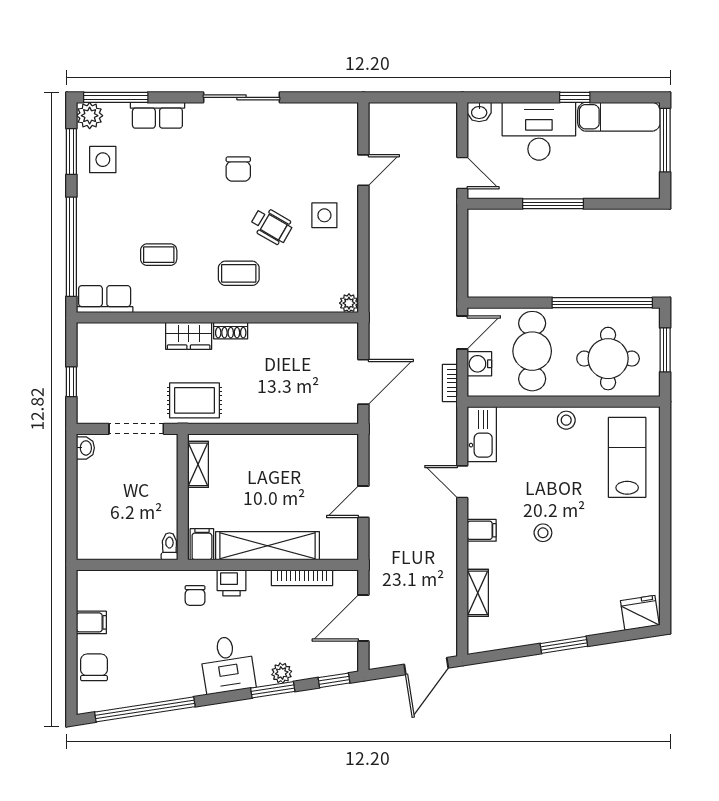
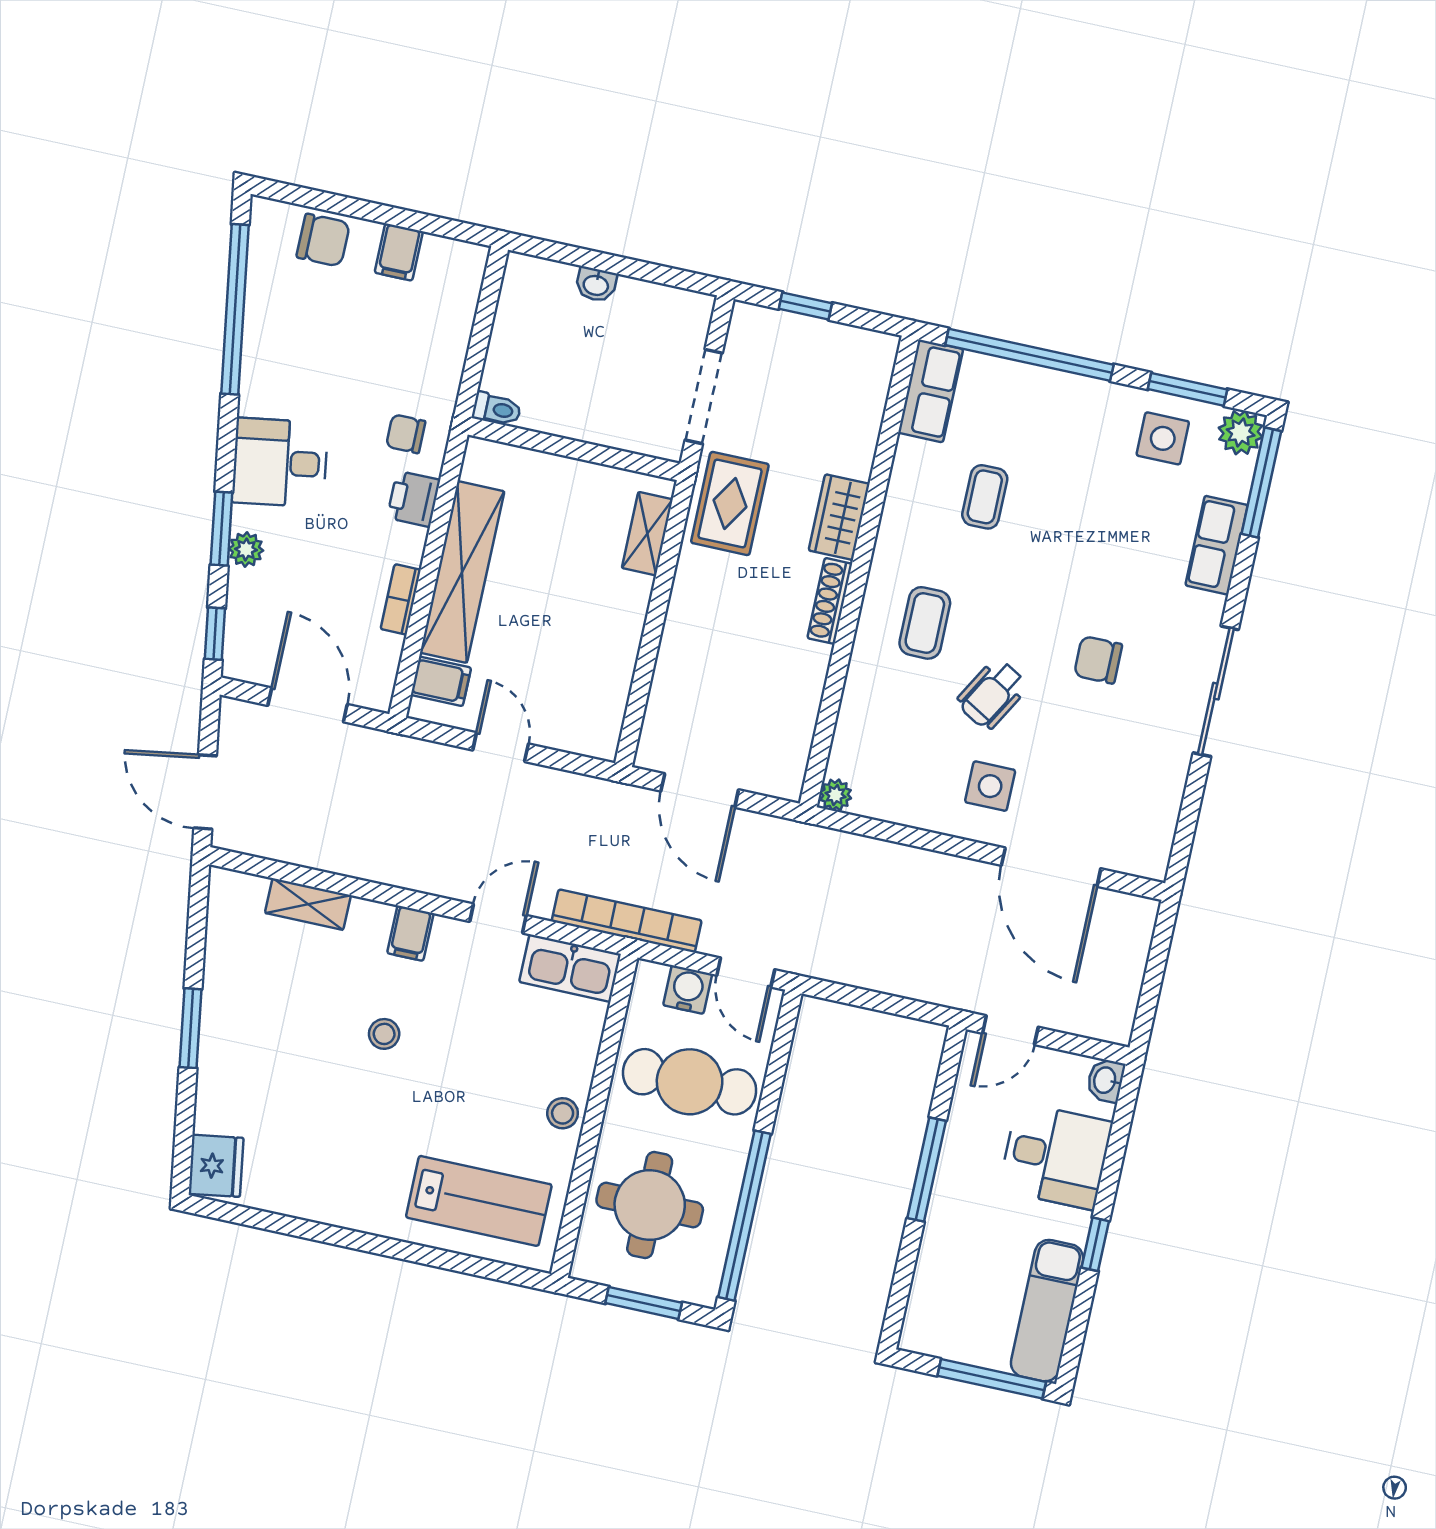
desk: (539, 131) -> (1056, 1156), width x0.73
door: (363, 170) -> (1051, 867), width x1.88
shoe rack: (231, 331) -> (830, 601), width x1.43
bookcase: (450, 383) -> (627, 921), width x2.31, depth x1.31
washbasin: (85, 448) -> (596, 285), moved
shelving: (198, 464) -> (647, 534), moved, turned 90
filing cabinet: (202, 544) -> (441, 681), moved
bookcase: (302, 578) -> (401, 599), width x0.64

